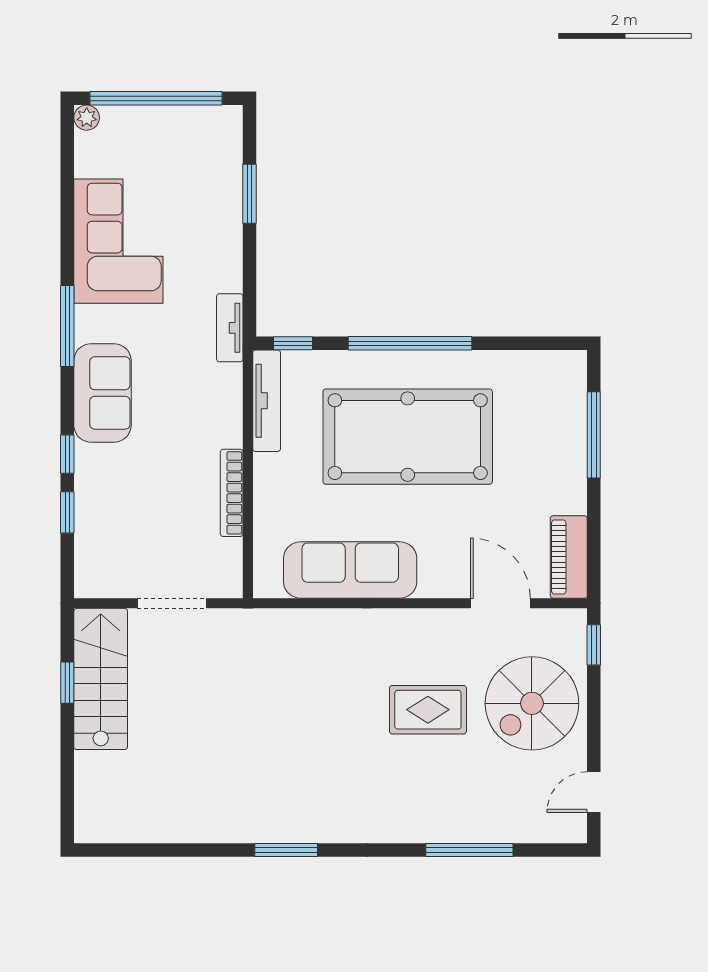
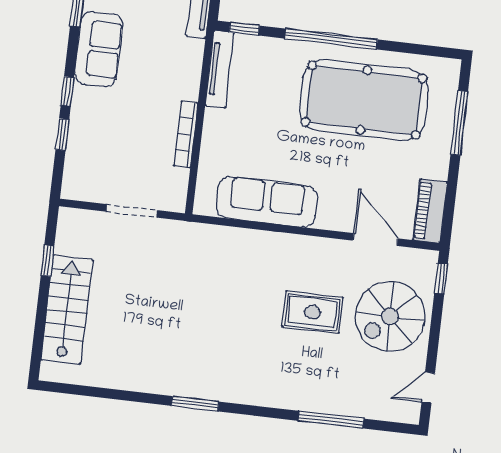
pool table: (408, 437) -> (364, 100), moved
stairs: (101, 679) -> (67, 310), moved

